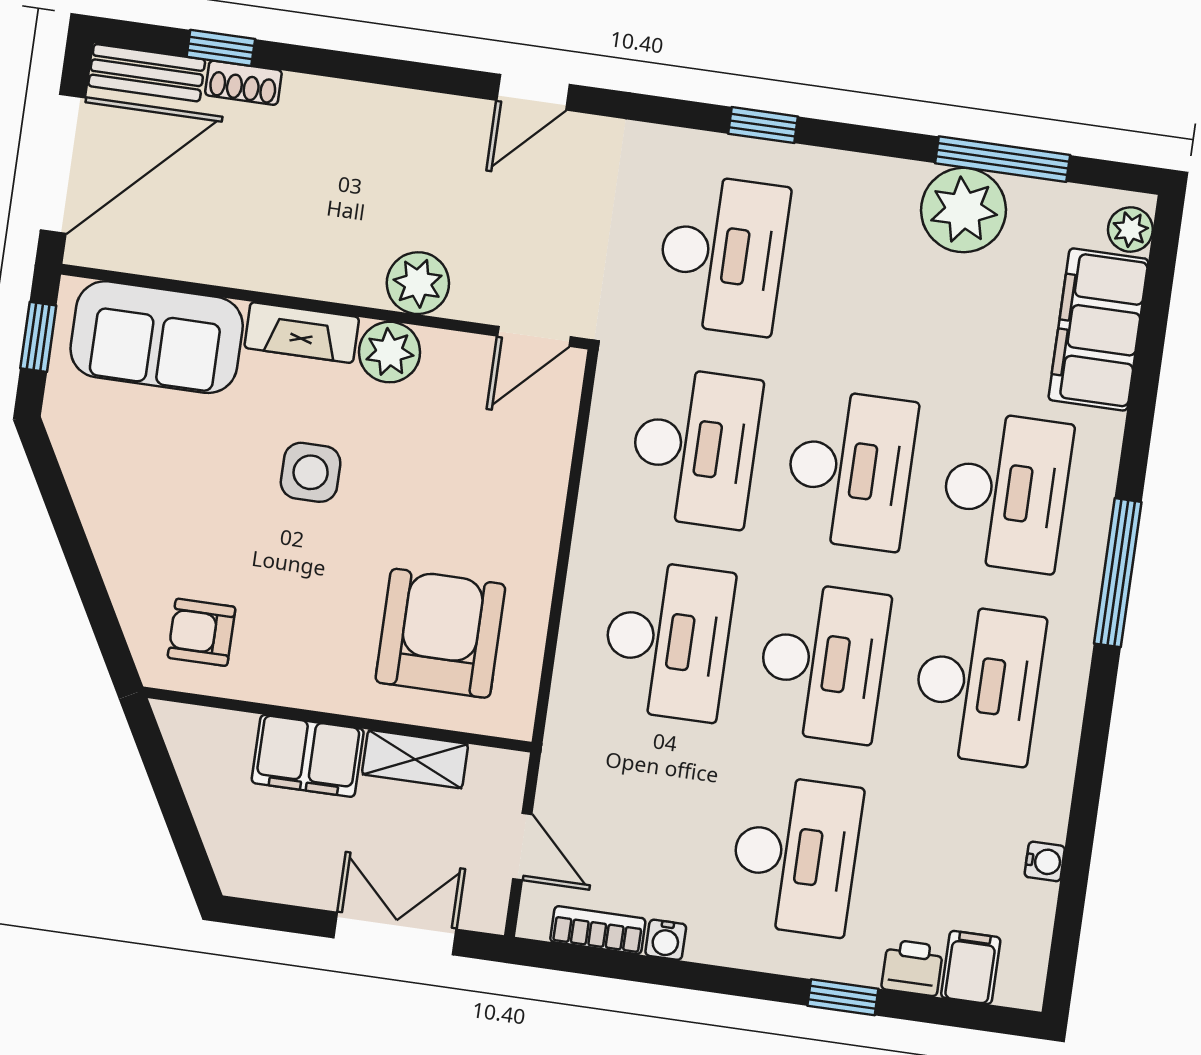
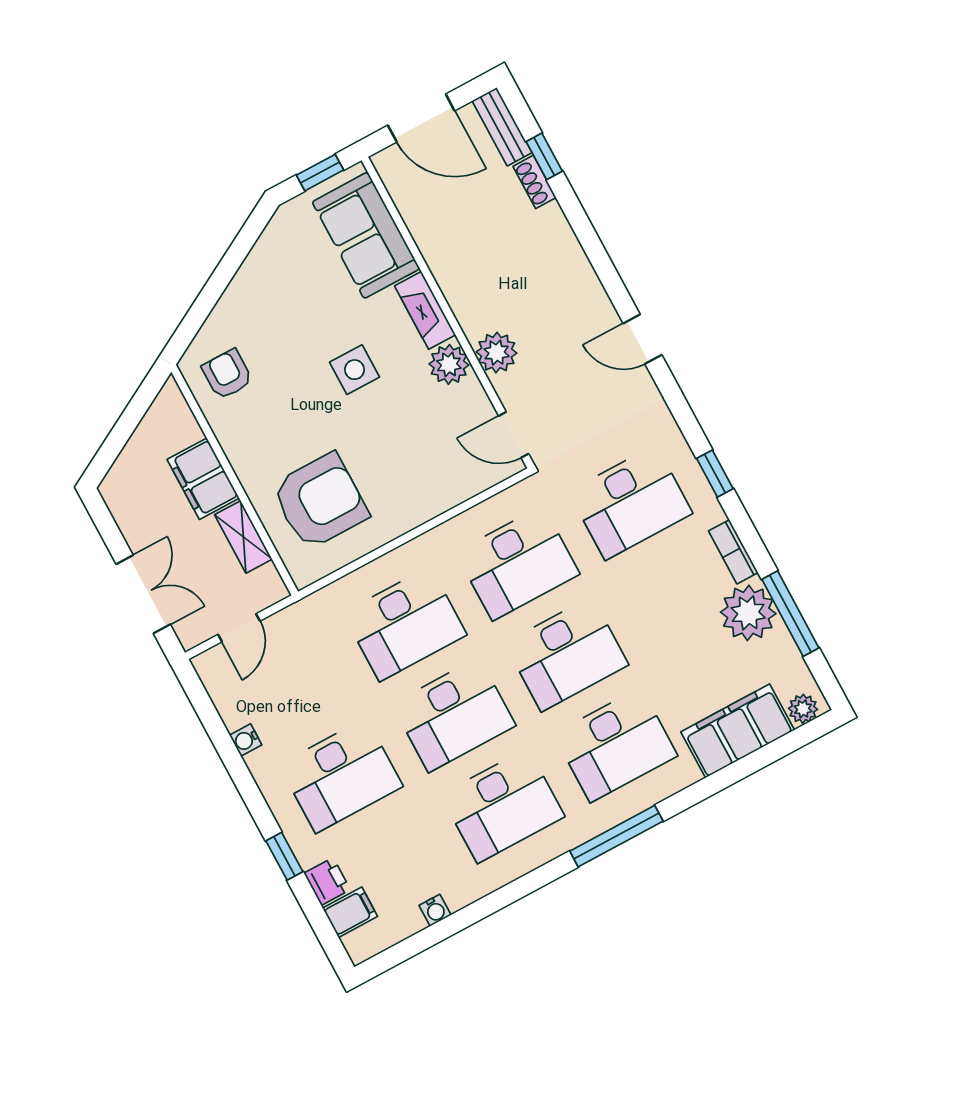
door: (63, 164) -> (421, 118), width x0.73
bookcase: (598, 930) -> (733, 552), moved, turned 180

